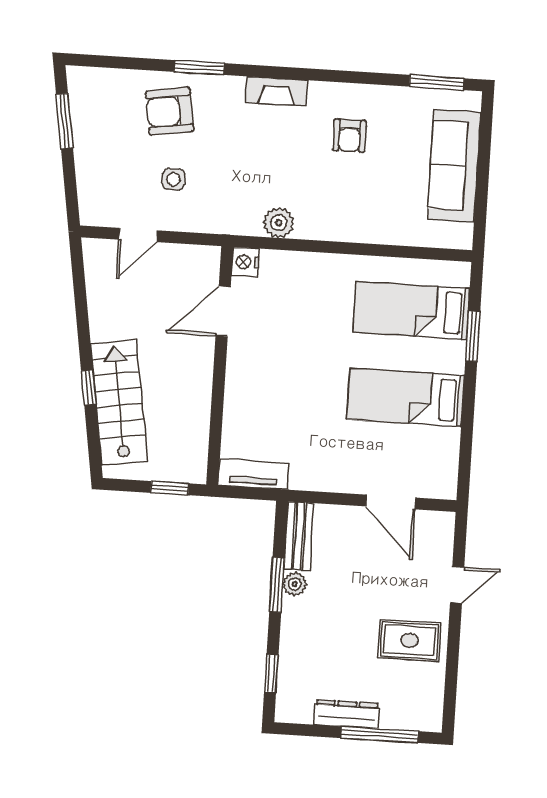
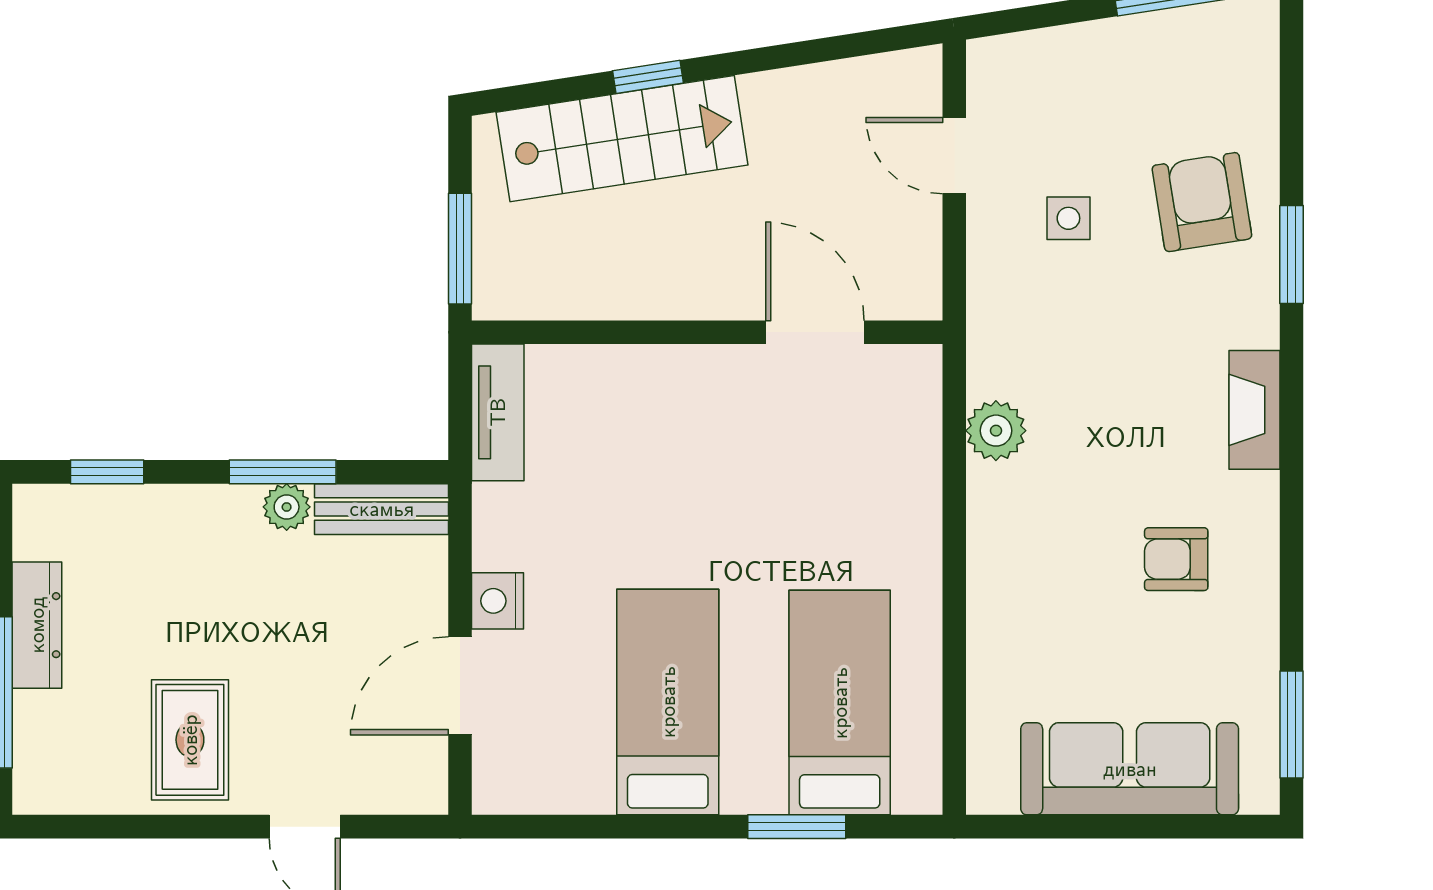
nightstand: (245, 262) -> (497, 601), moved, turned -90
window: (170, 488) -> (460, 249), width x1.50

